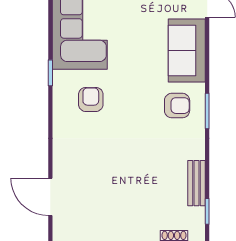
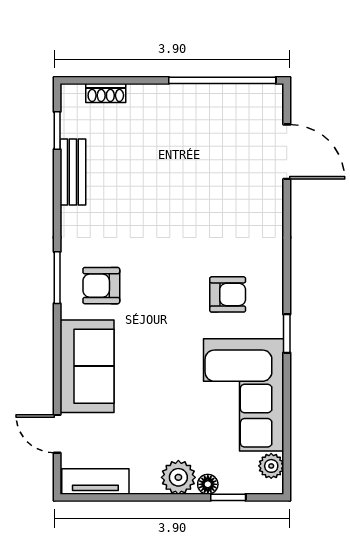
armchair: (91, 99) -> (228, 294), turned -90

